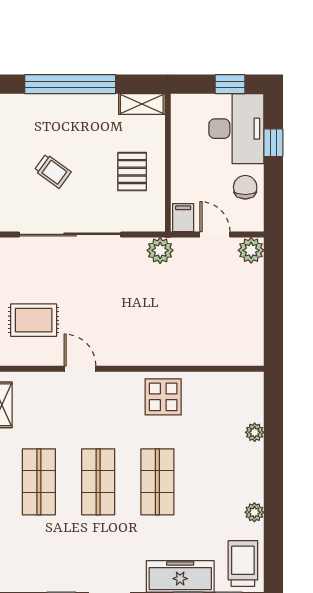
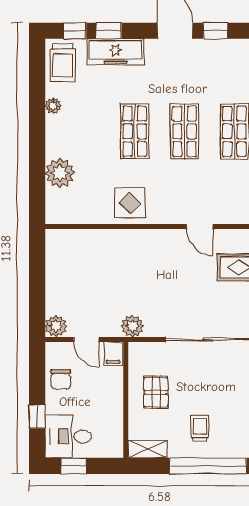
desk: (236, 129) -> (68, 436), width x0.73
trolley: (53, 171) -> (200, 428), moved, turned 54
plant: (255, 432) -> (60, 173), width x1.87, depth x1.87

